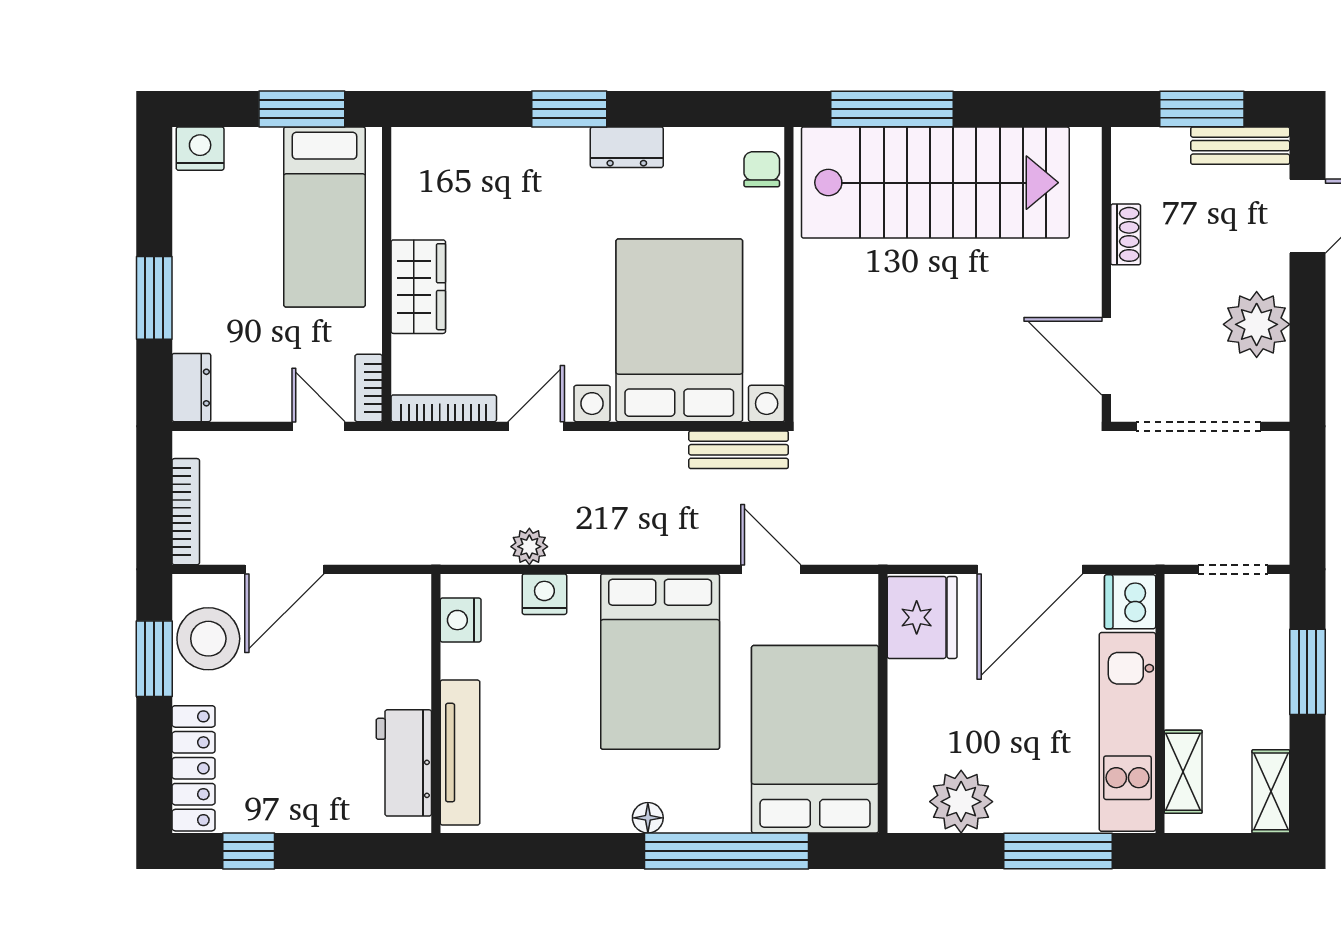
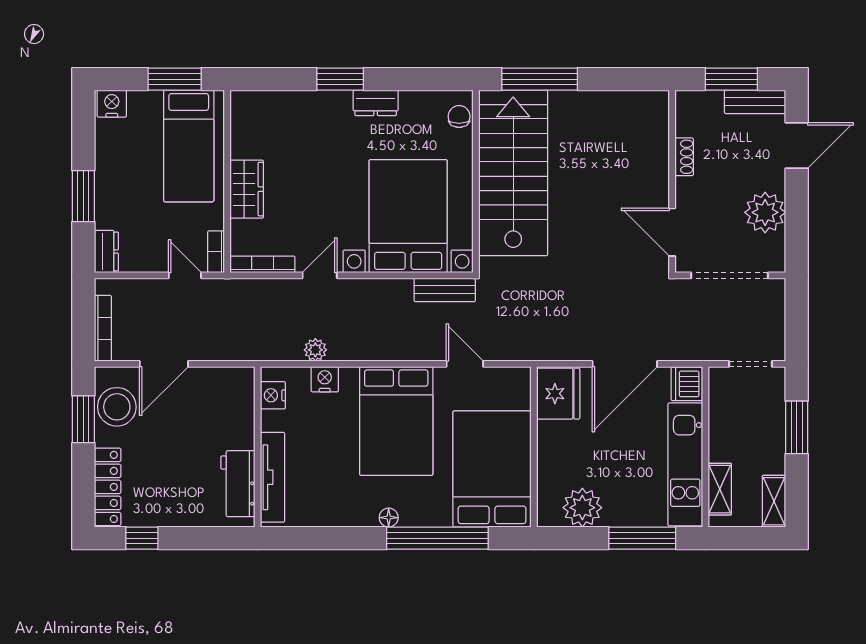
stairs: (935, 183) -> (513, 173), moved, turned -90

